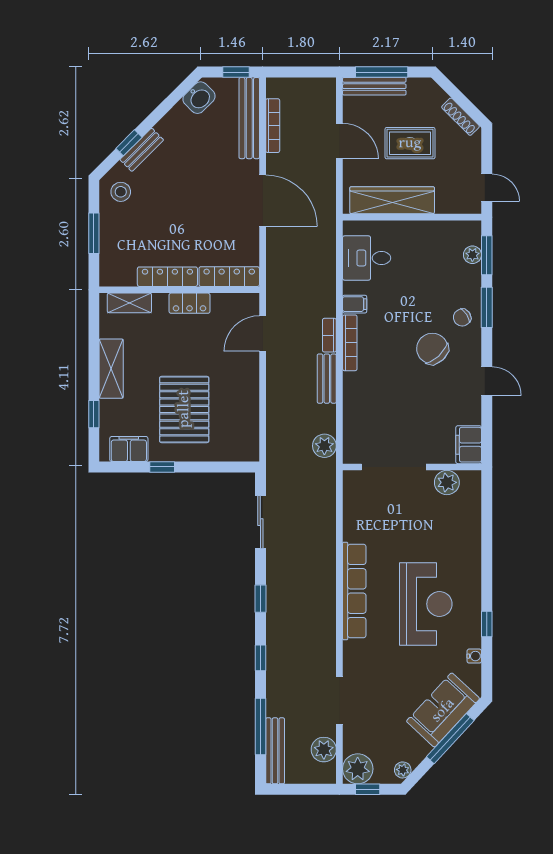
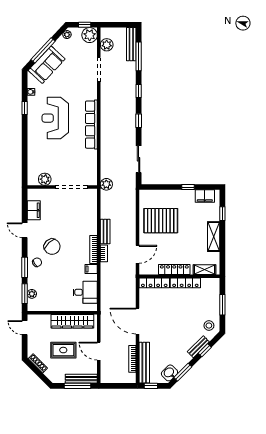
window: (173, 99) -> (183, 372), added
locker: (190, 303) -> (174, 269), width x1.53
pallet: (184, 409) -> (161, 221), moved, turned 90
filing cabinet: (469, 445) -> (34, 210), moved
plant: (324, 446) -> (106, 184), moved

